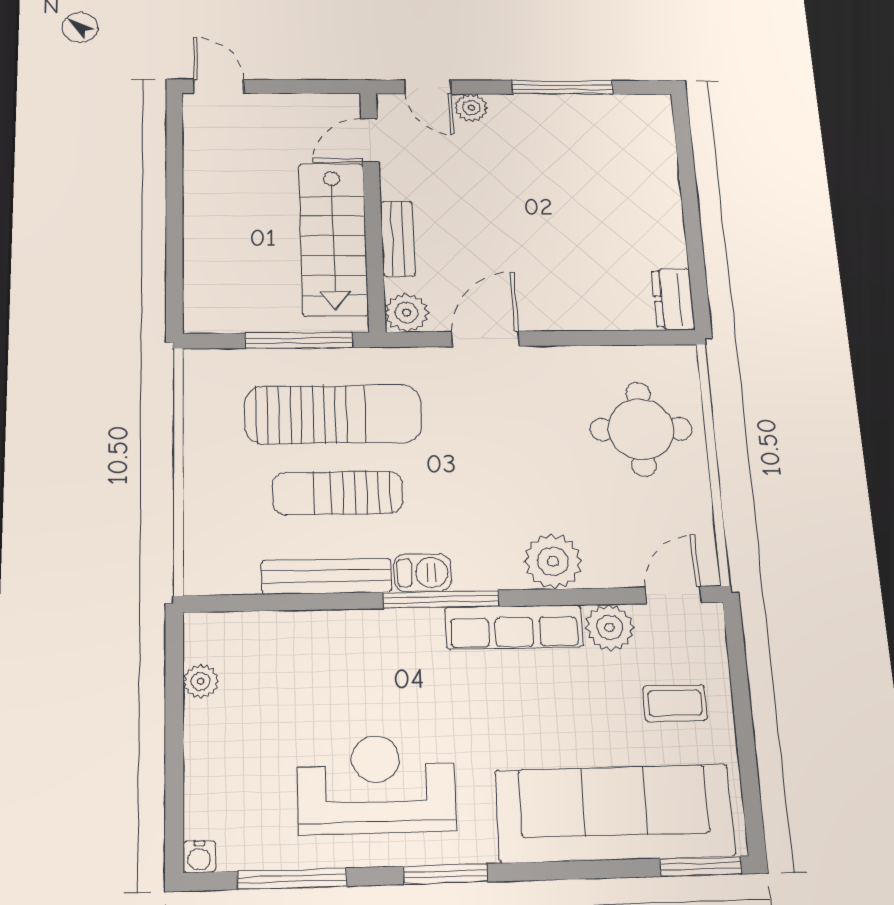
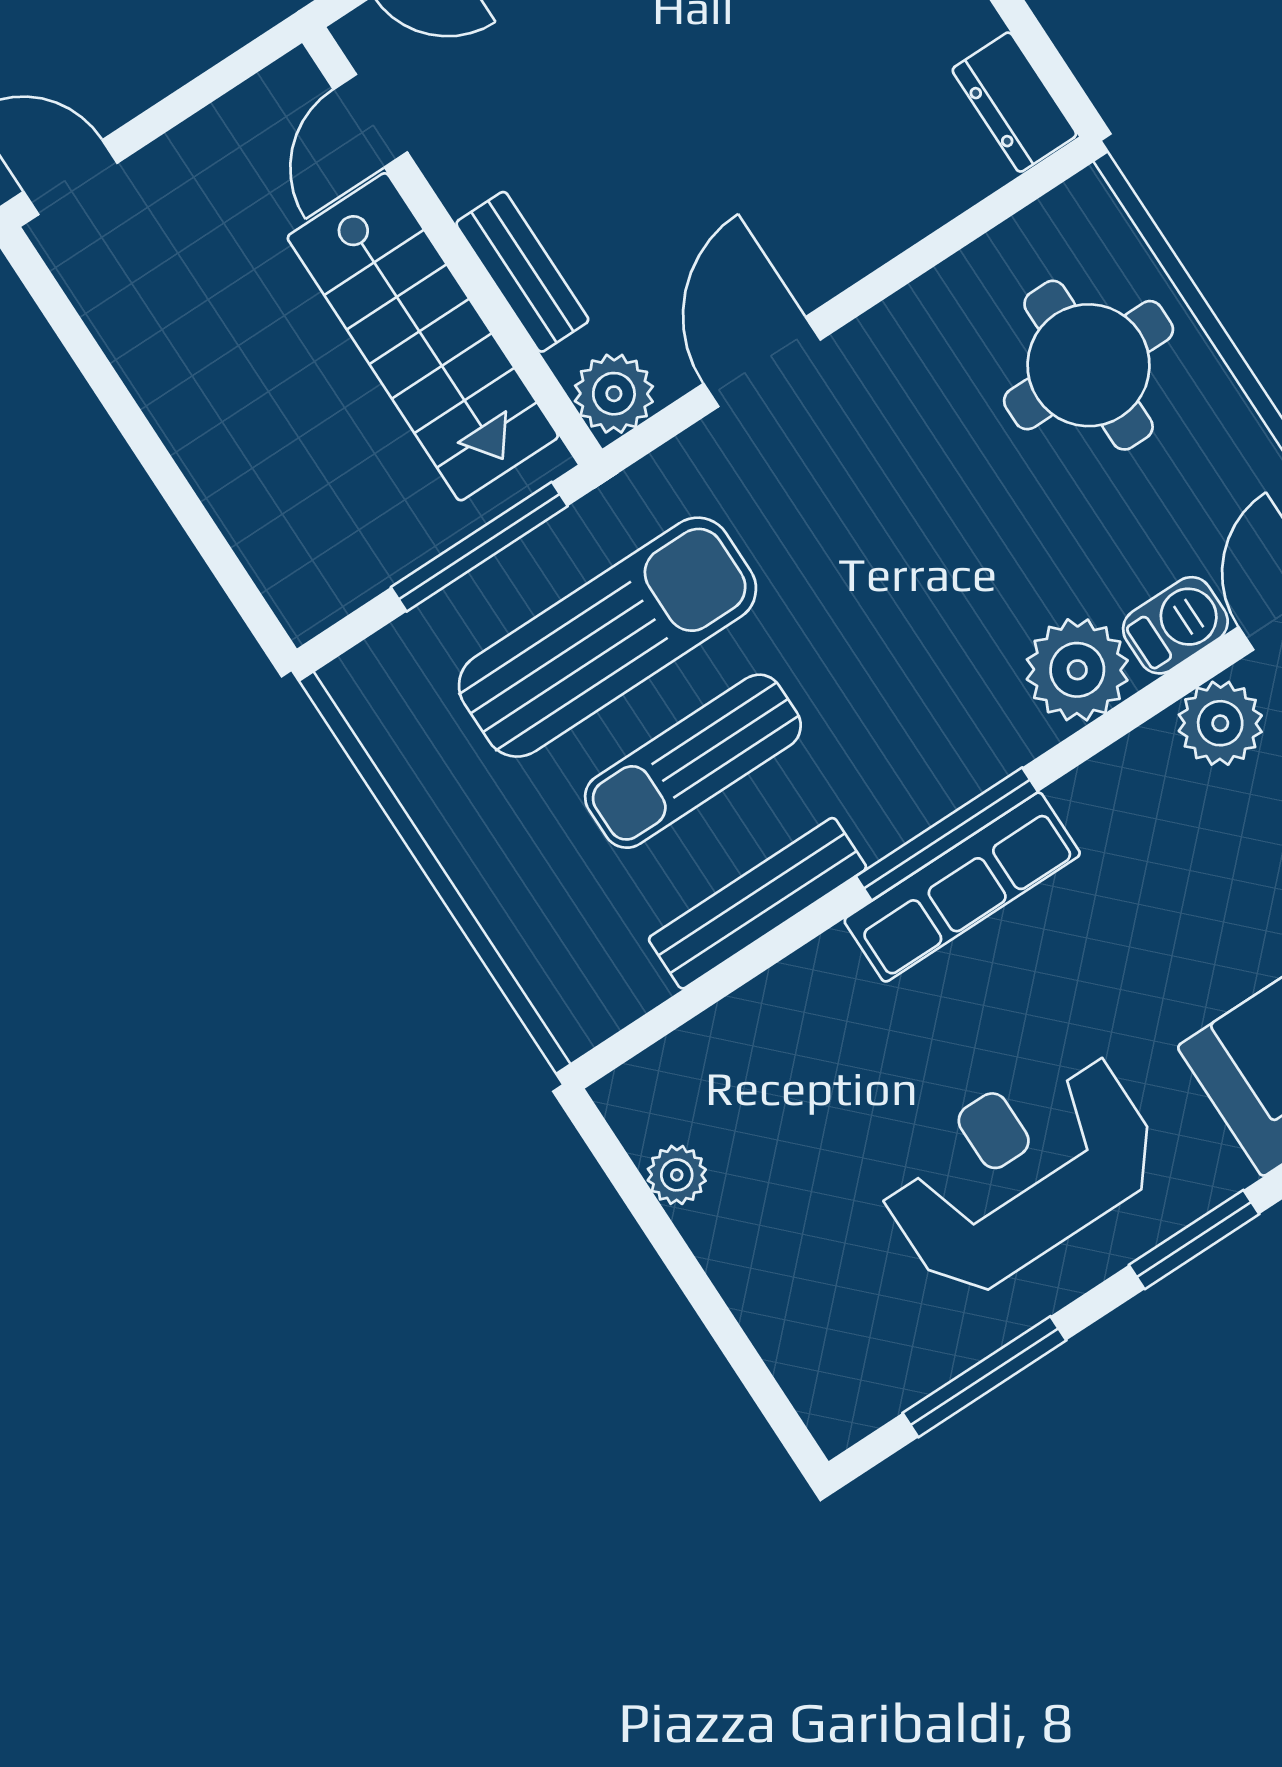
barbecue: (423, 572) -> (1175, 625), moved
row of seats: (514, 627) -> (962, 887), moved
water cooler: (199, 857) -> (836, 1425), removed

